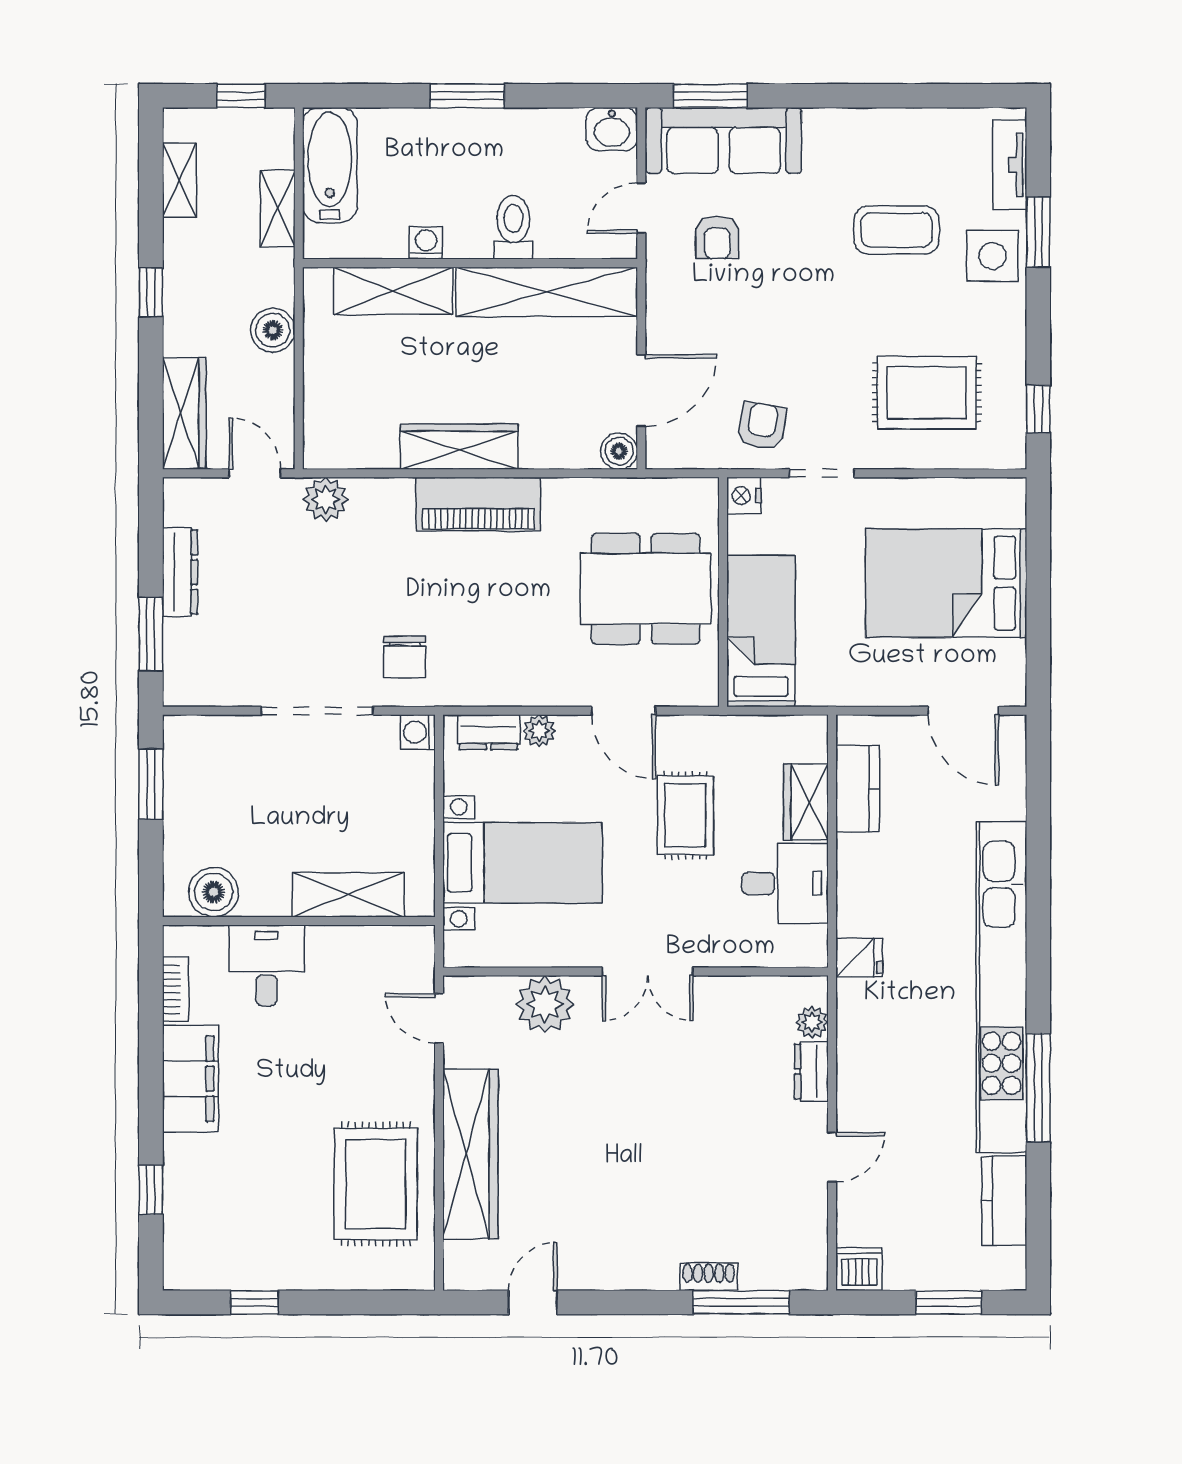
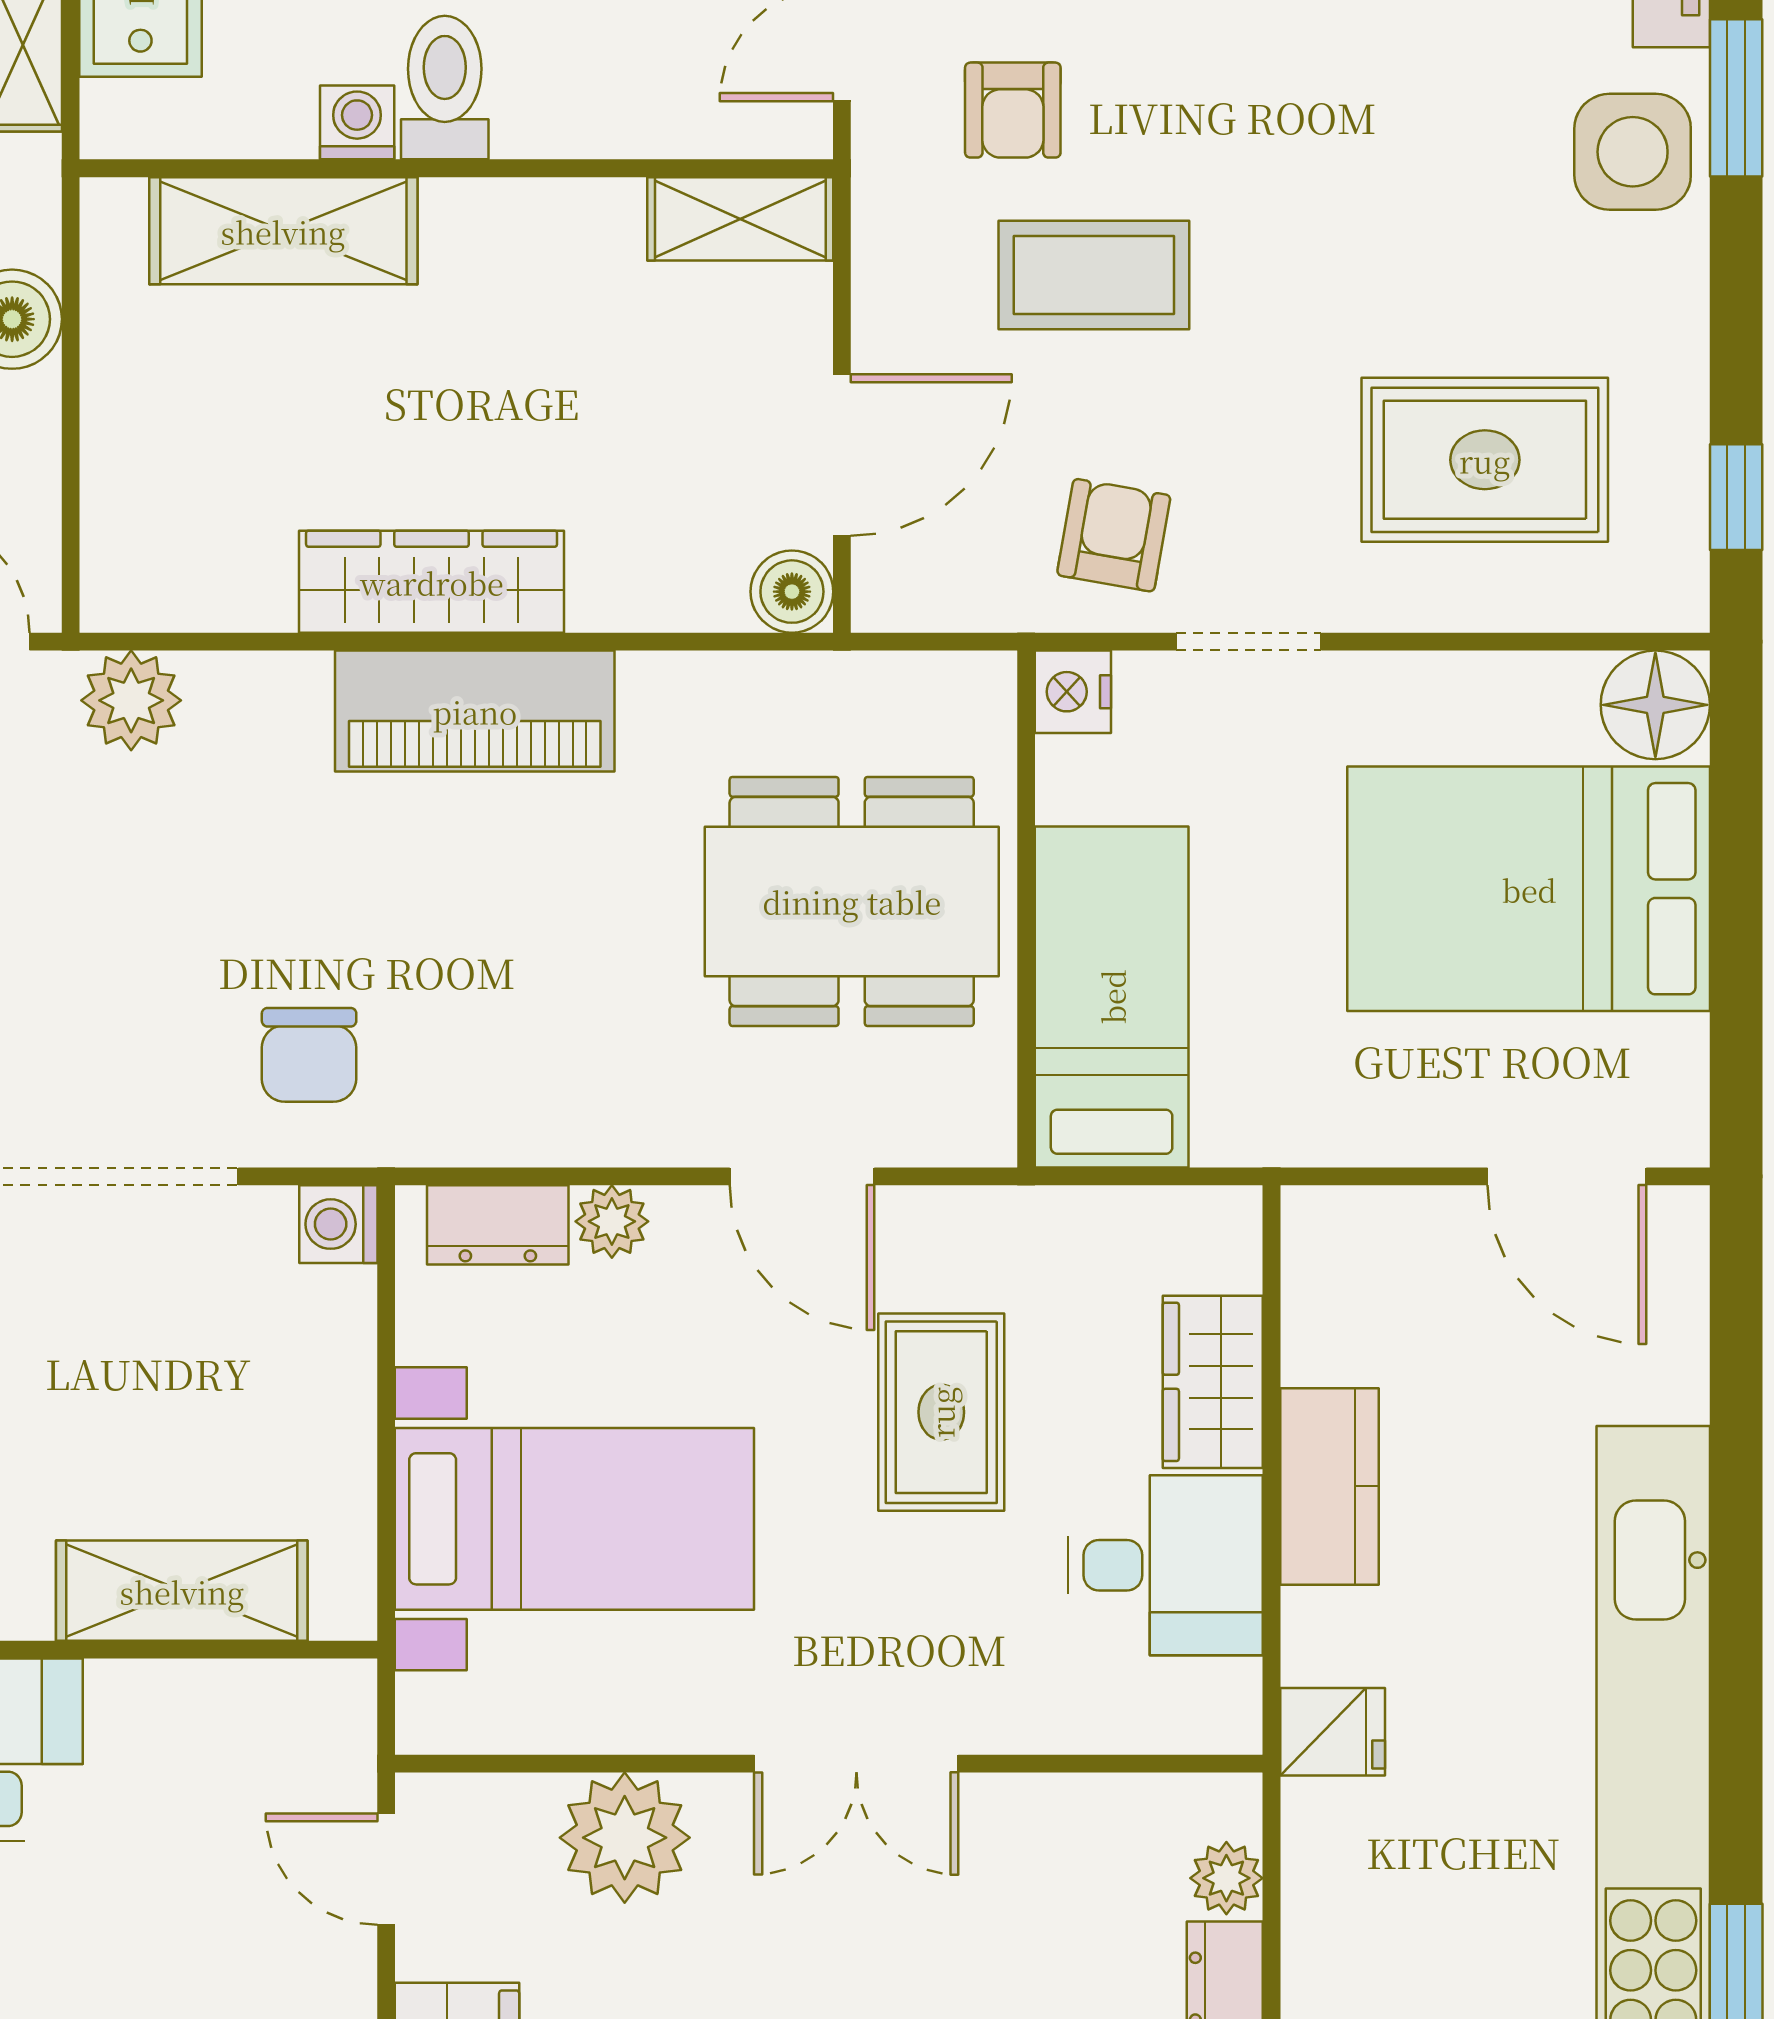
toilet: (513, 227) -> (445, 88), moved
coffee table: (896, 230) -> (1094, 275), moved
shelving: (547, 292) -> (740, 219), width x0.45, depth x0.75
floor lamp: (1002, 501) -> (1655, 705), added
kitchen counter: (858, 789) -> (1329, 1486), moved

